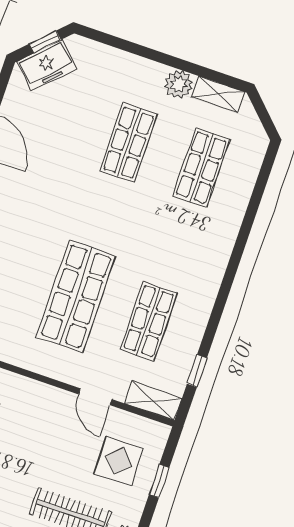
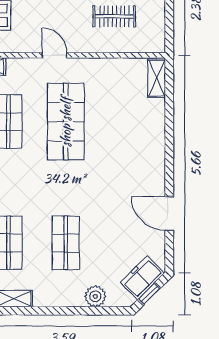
plant: (179, 84) -> (95, 296), moved
door: (95, 397) -> (55, 55), moved

